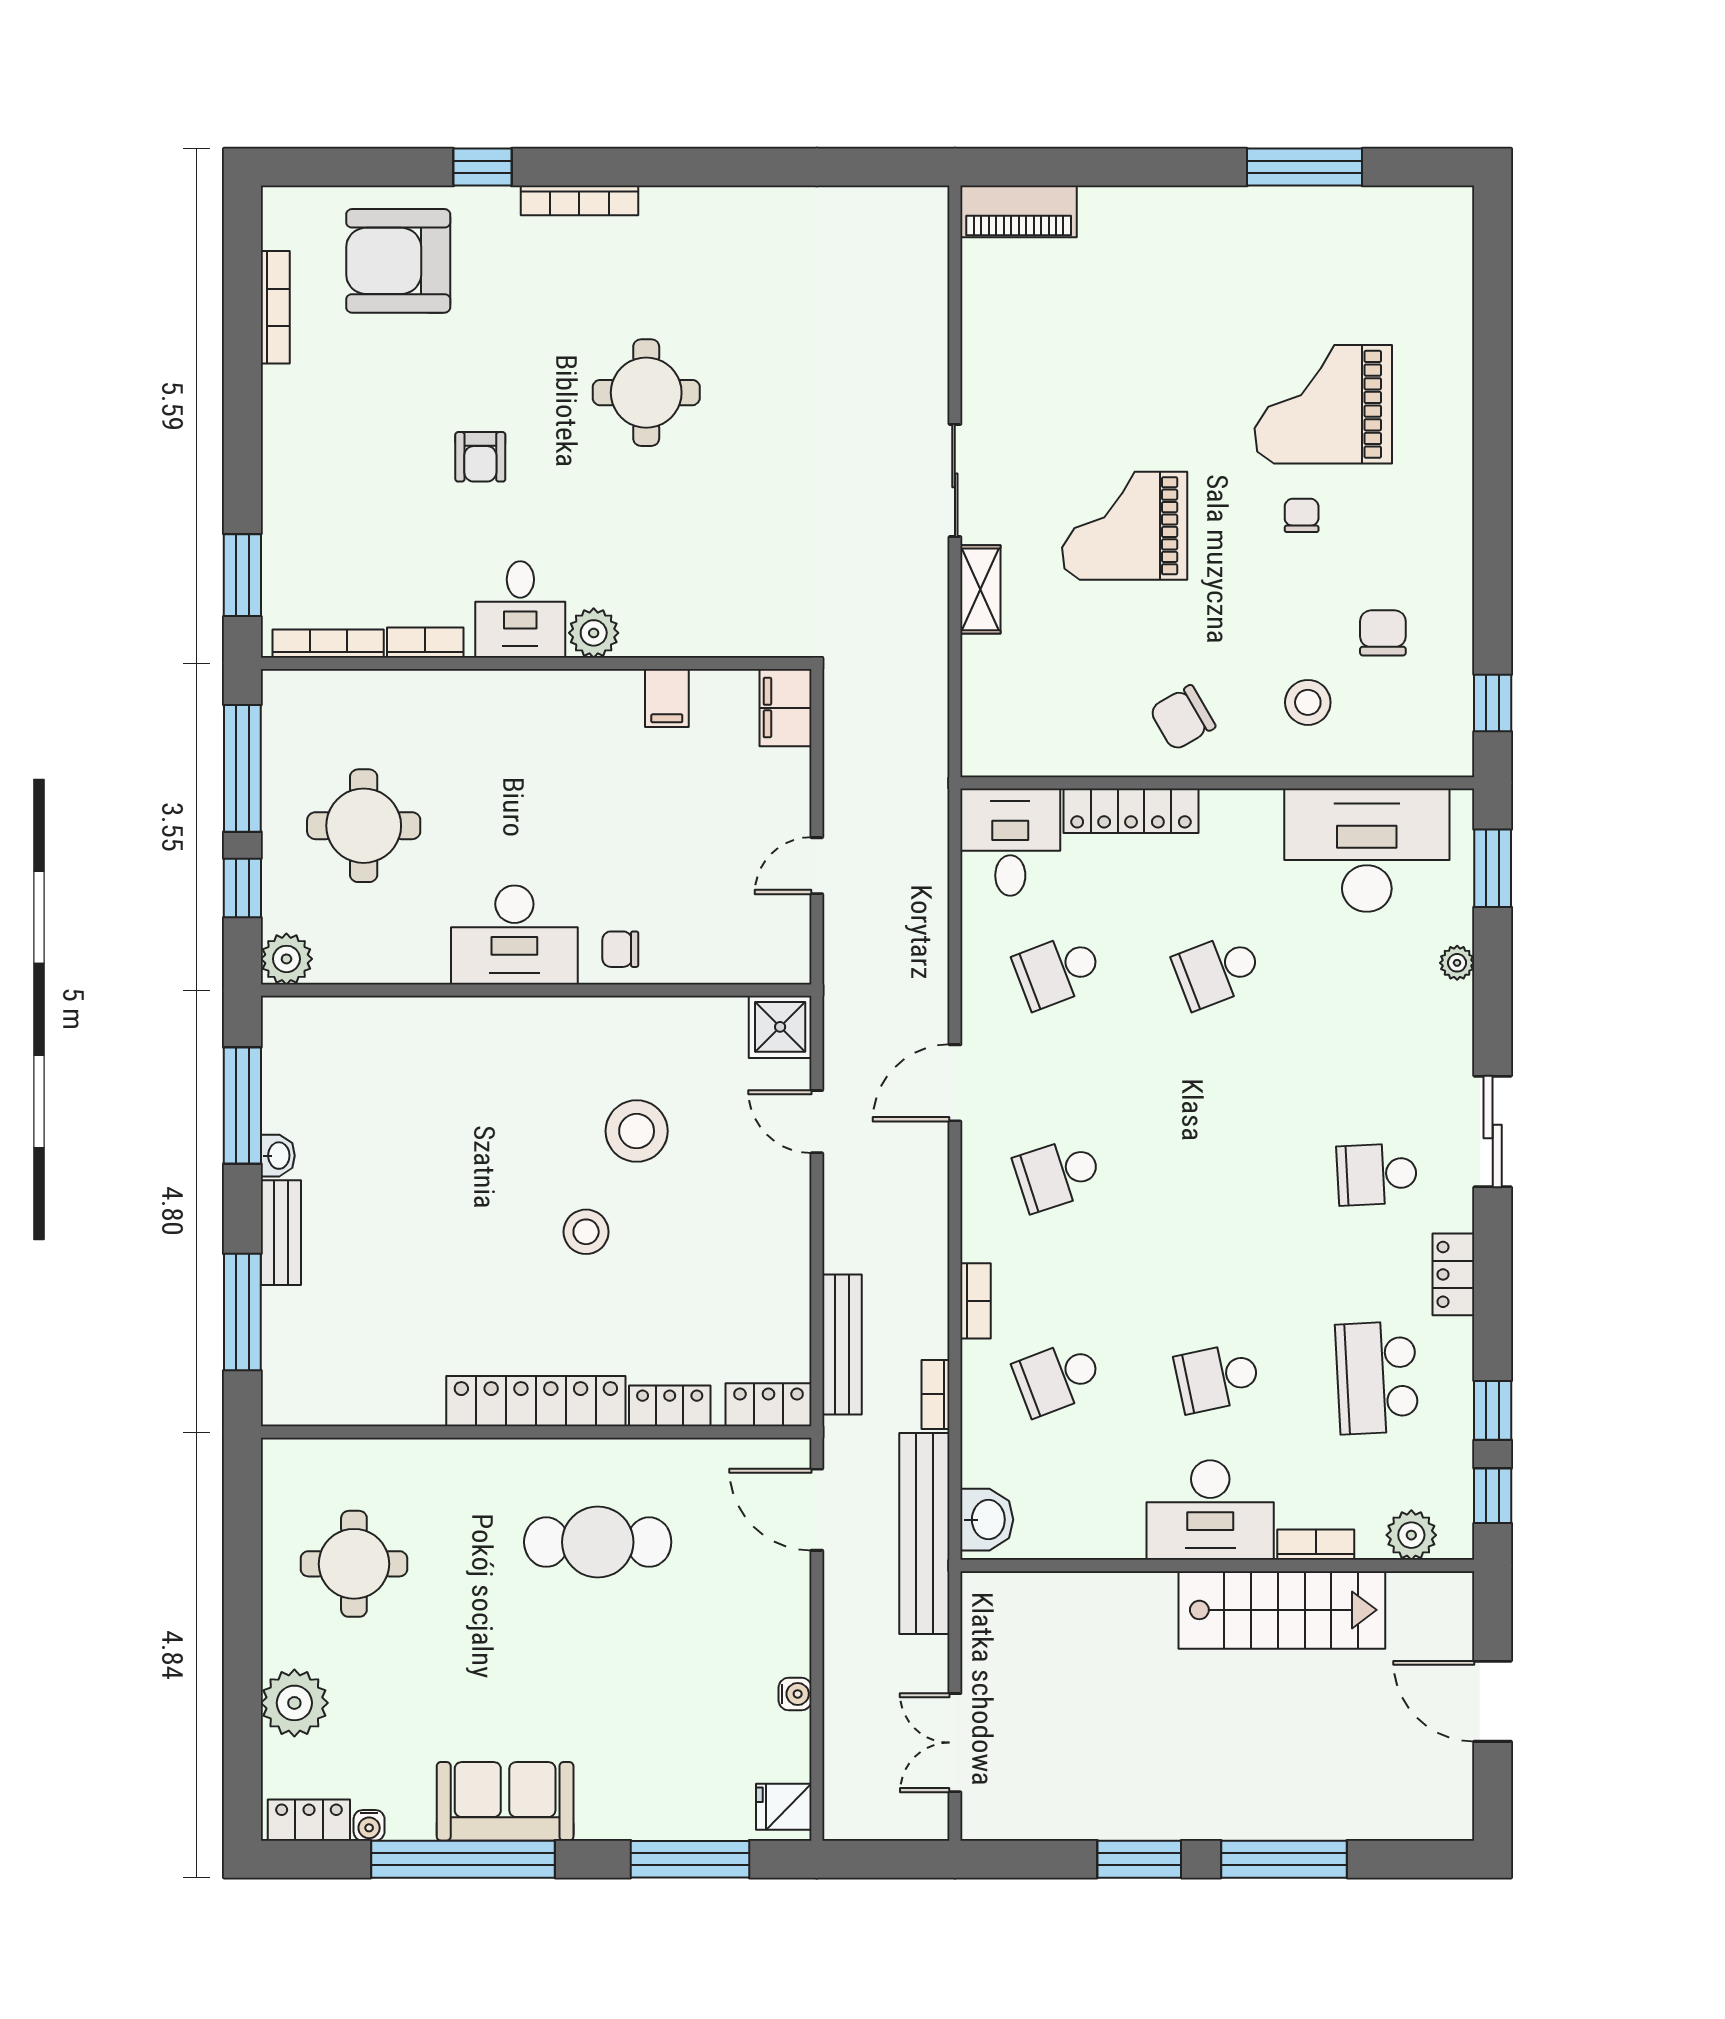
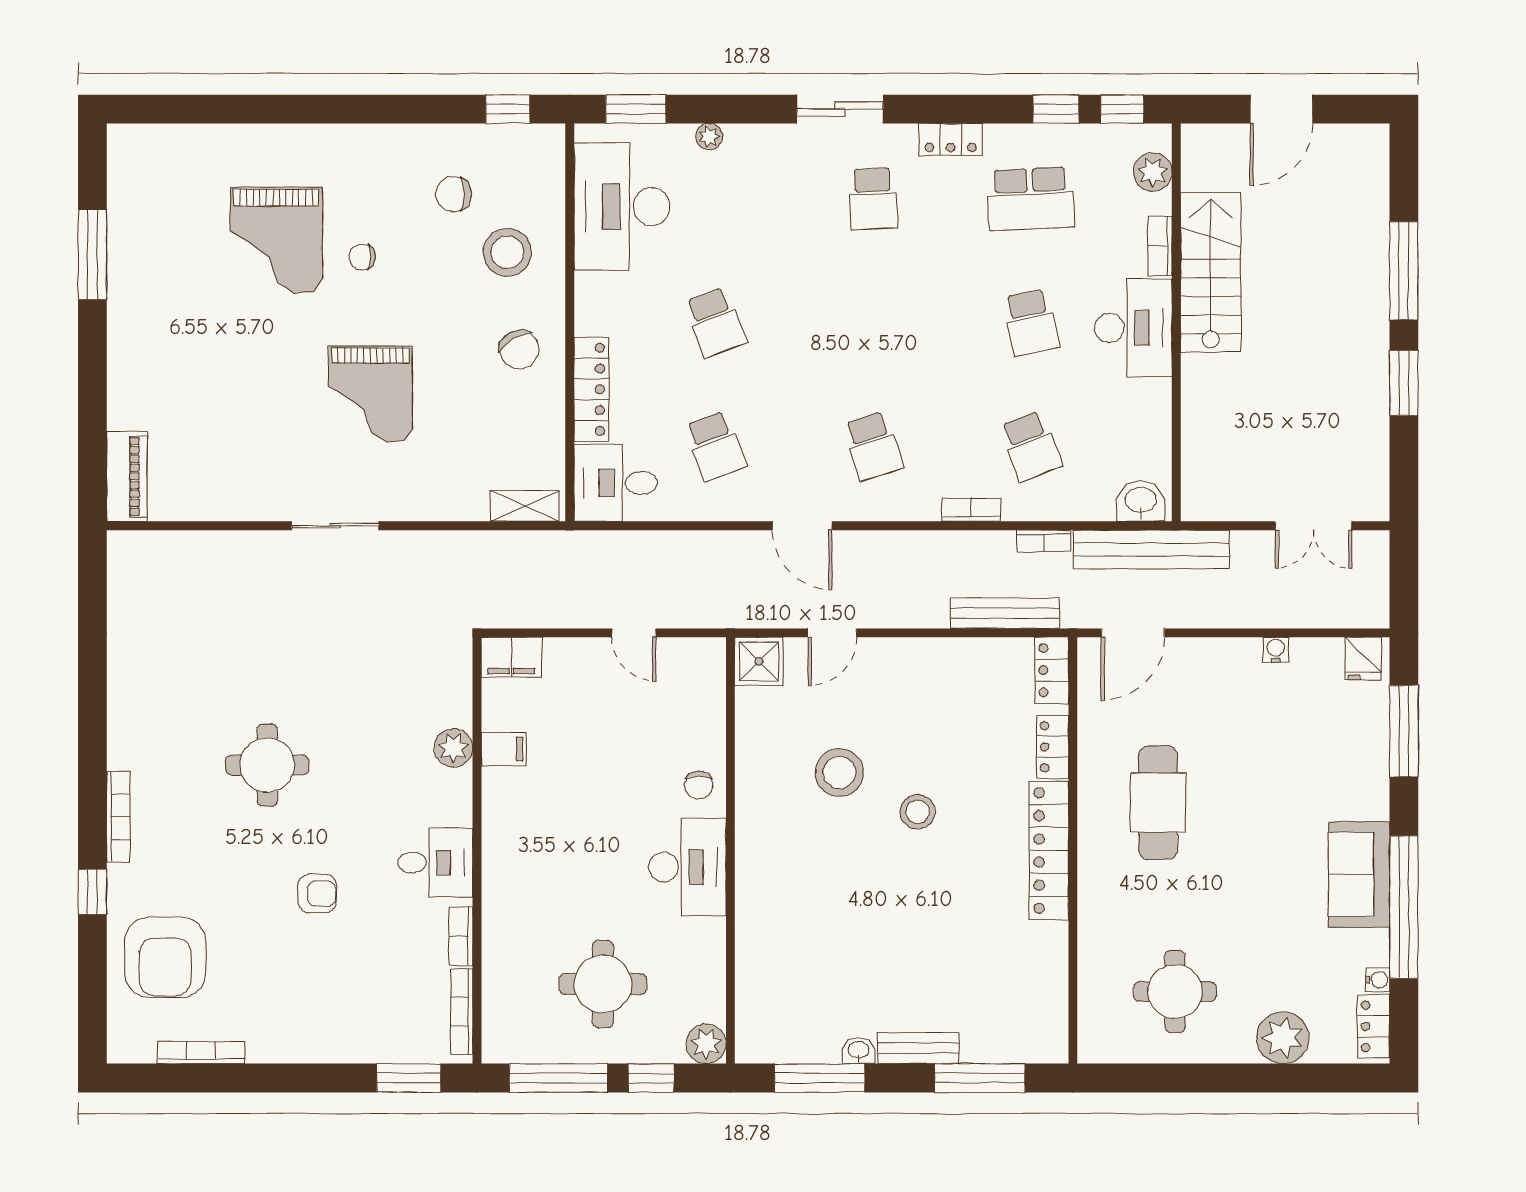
shelving: (980, 589) -> (525, 506), moved
plant: (594, 633) -> (454, 748), moved
stool: (1308, 702) -> (507, 252), width x1.38, depth x1.38

